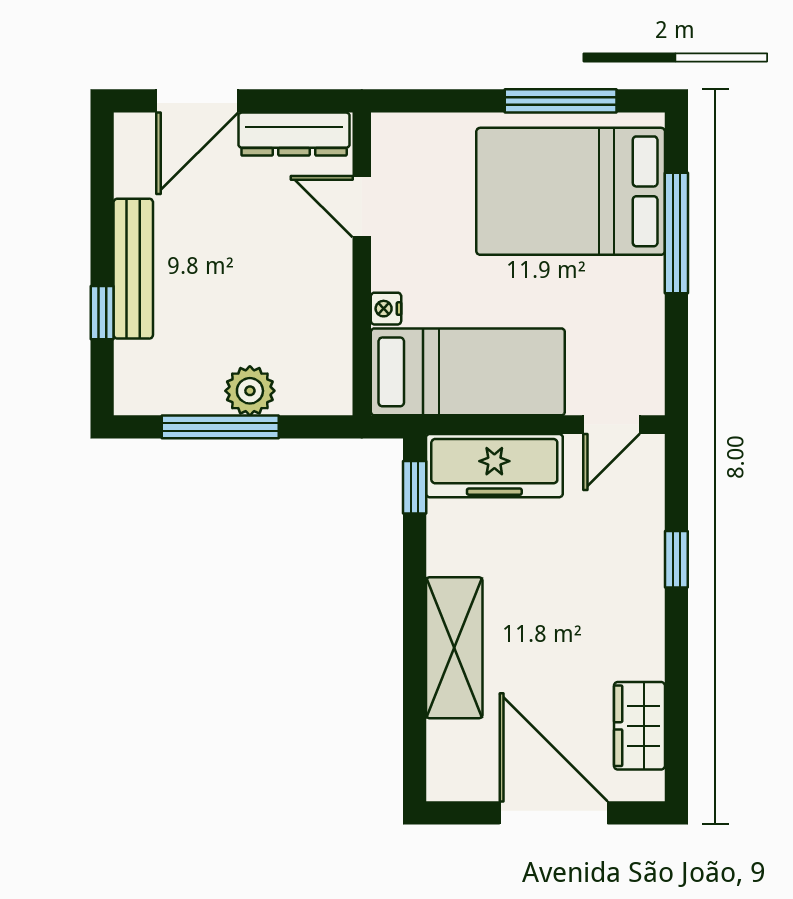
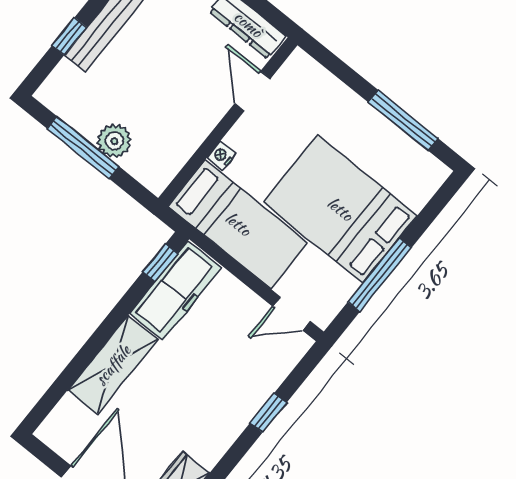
bed: (571, 191) -> (340, 209), moved
window: (676, 233) -> (380, 275), moved
freezer: (494, 466) -> (176, 291), moved, turned -90

